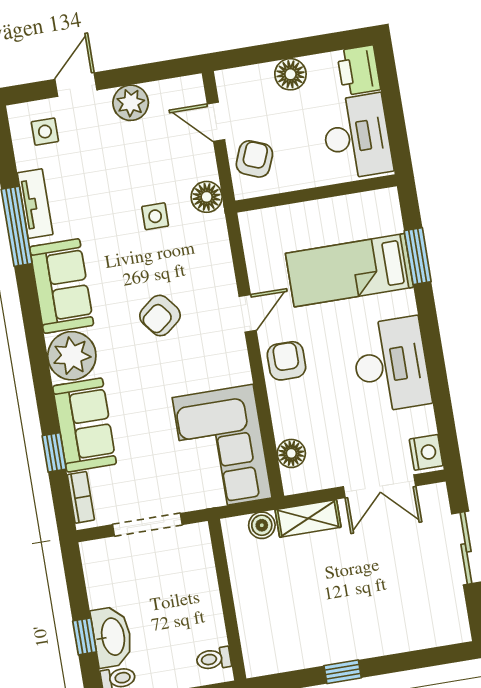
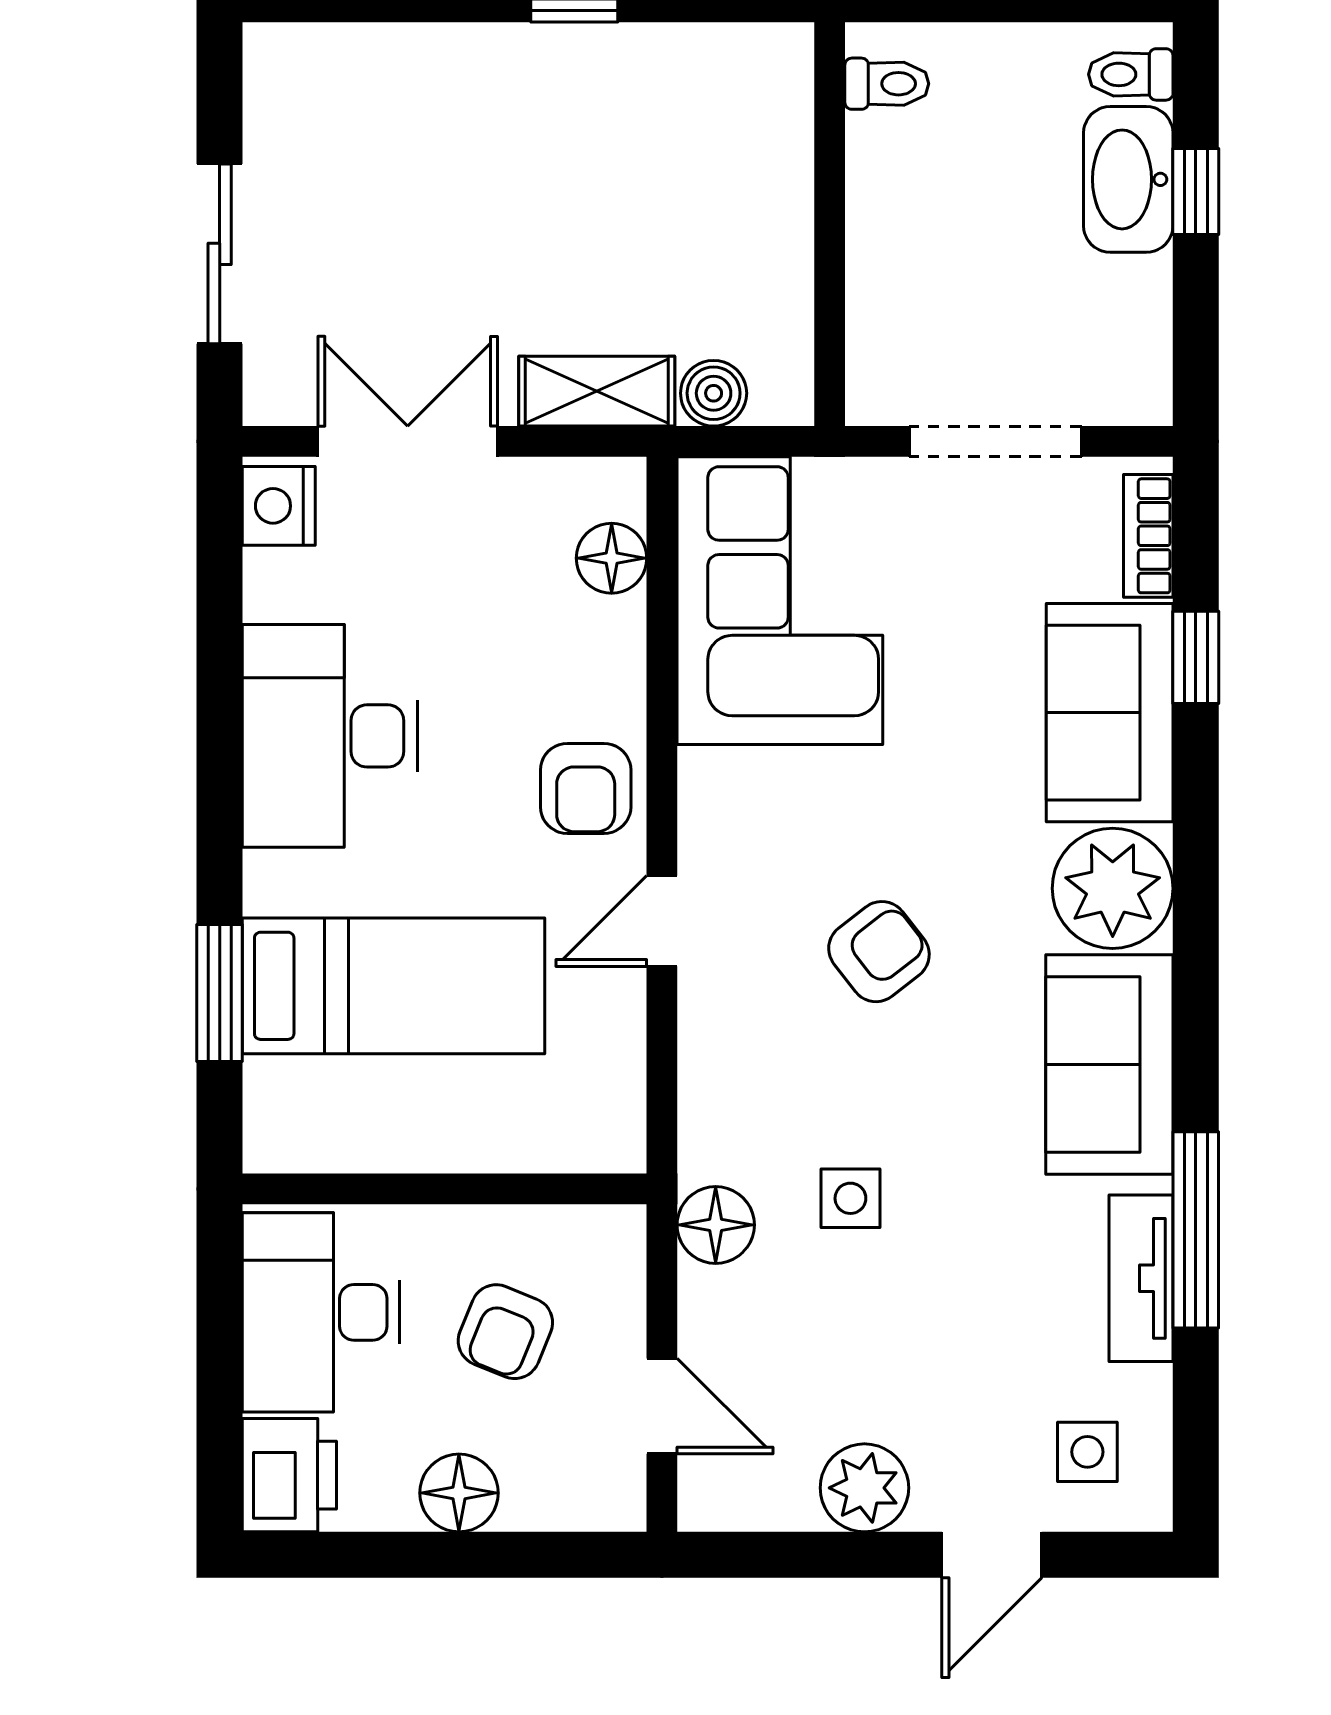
armchair: (254, 159) -> (505, 1332), moved

